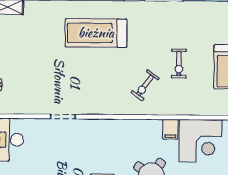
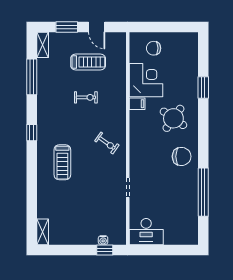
treadmill: (96, 33) -> (62, 162), width x0.73, depth x0.73
exercise bike: (145, 85) -> (107, 143), moved

